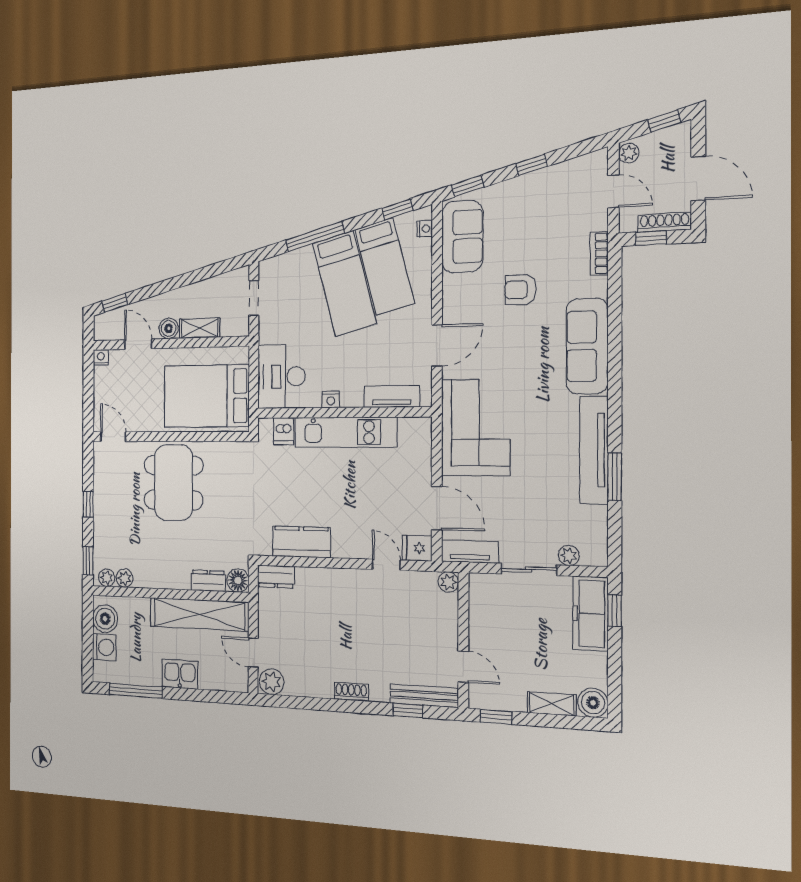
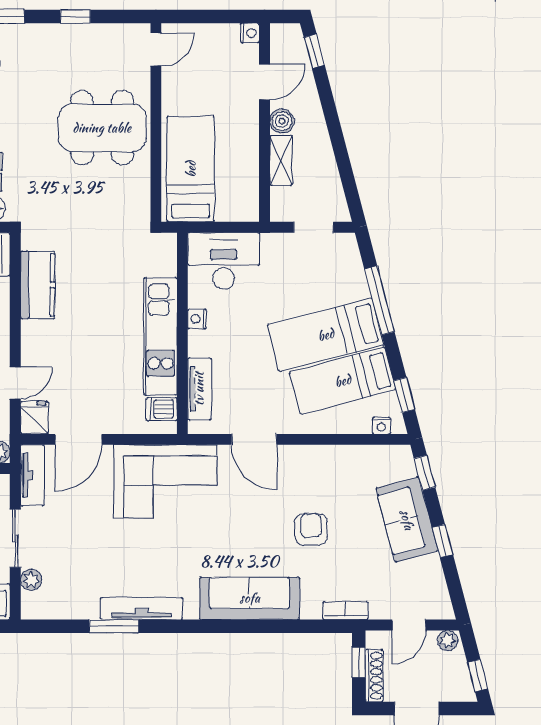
sofa: (462, 237) -> (407, 520), moved, turned 75
bed: (206, 396) -> (191, 169), width x0.67
dishwasher: (283, 431) -> (162, 409), moved
tv unit: (594, 450) -> (141, 609), width x0.73, depth x0.78

